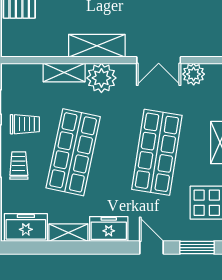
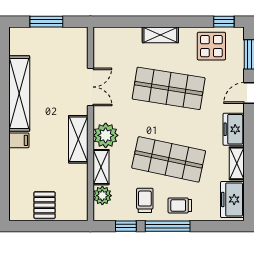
plant: (194, 74) -> (102, 196), moved

